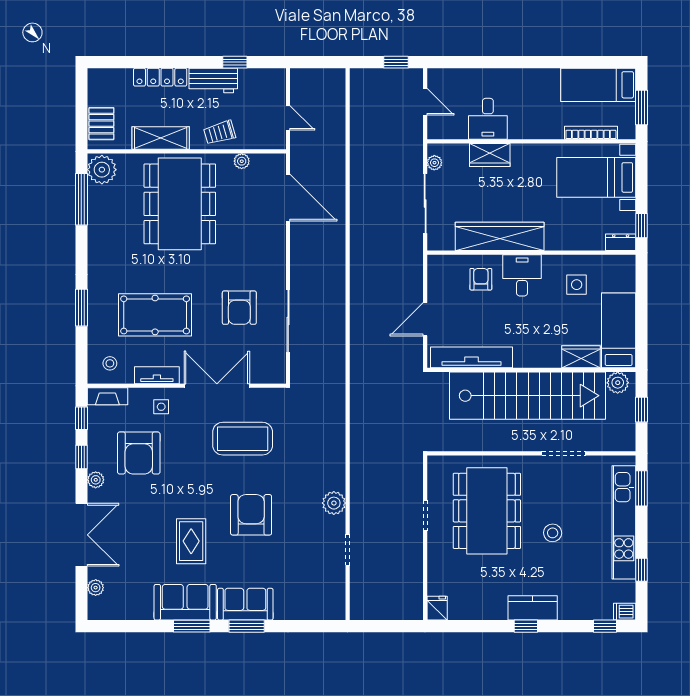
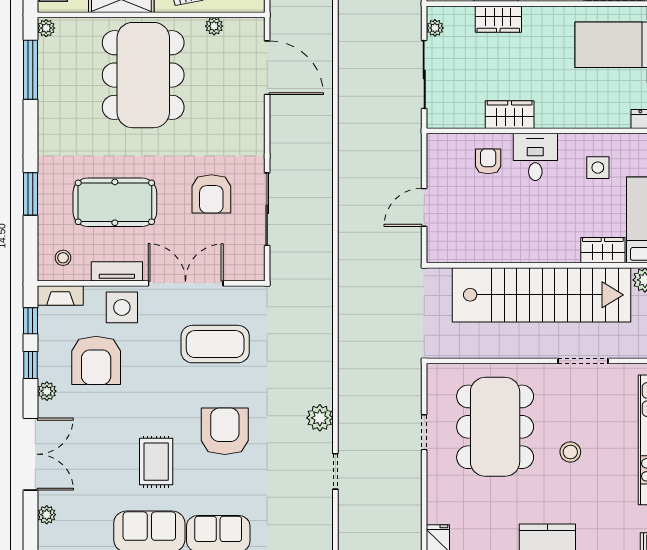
plant: (102, 170) -> (46, 28), width x0.53, depth x0.53
wardrobe: (500, 236) -> (510, 115), width x0.48, depth x0.85
tv unit: (471, 357) -> (477, 251), removed
side table: (161, 407) -> (122, 307), width x1.87, depth x1.87

